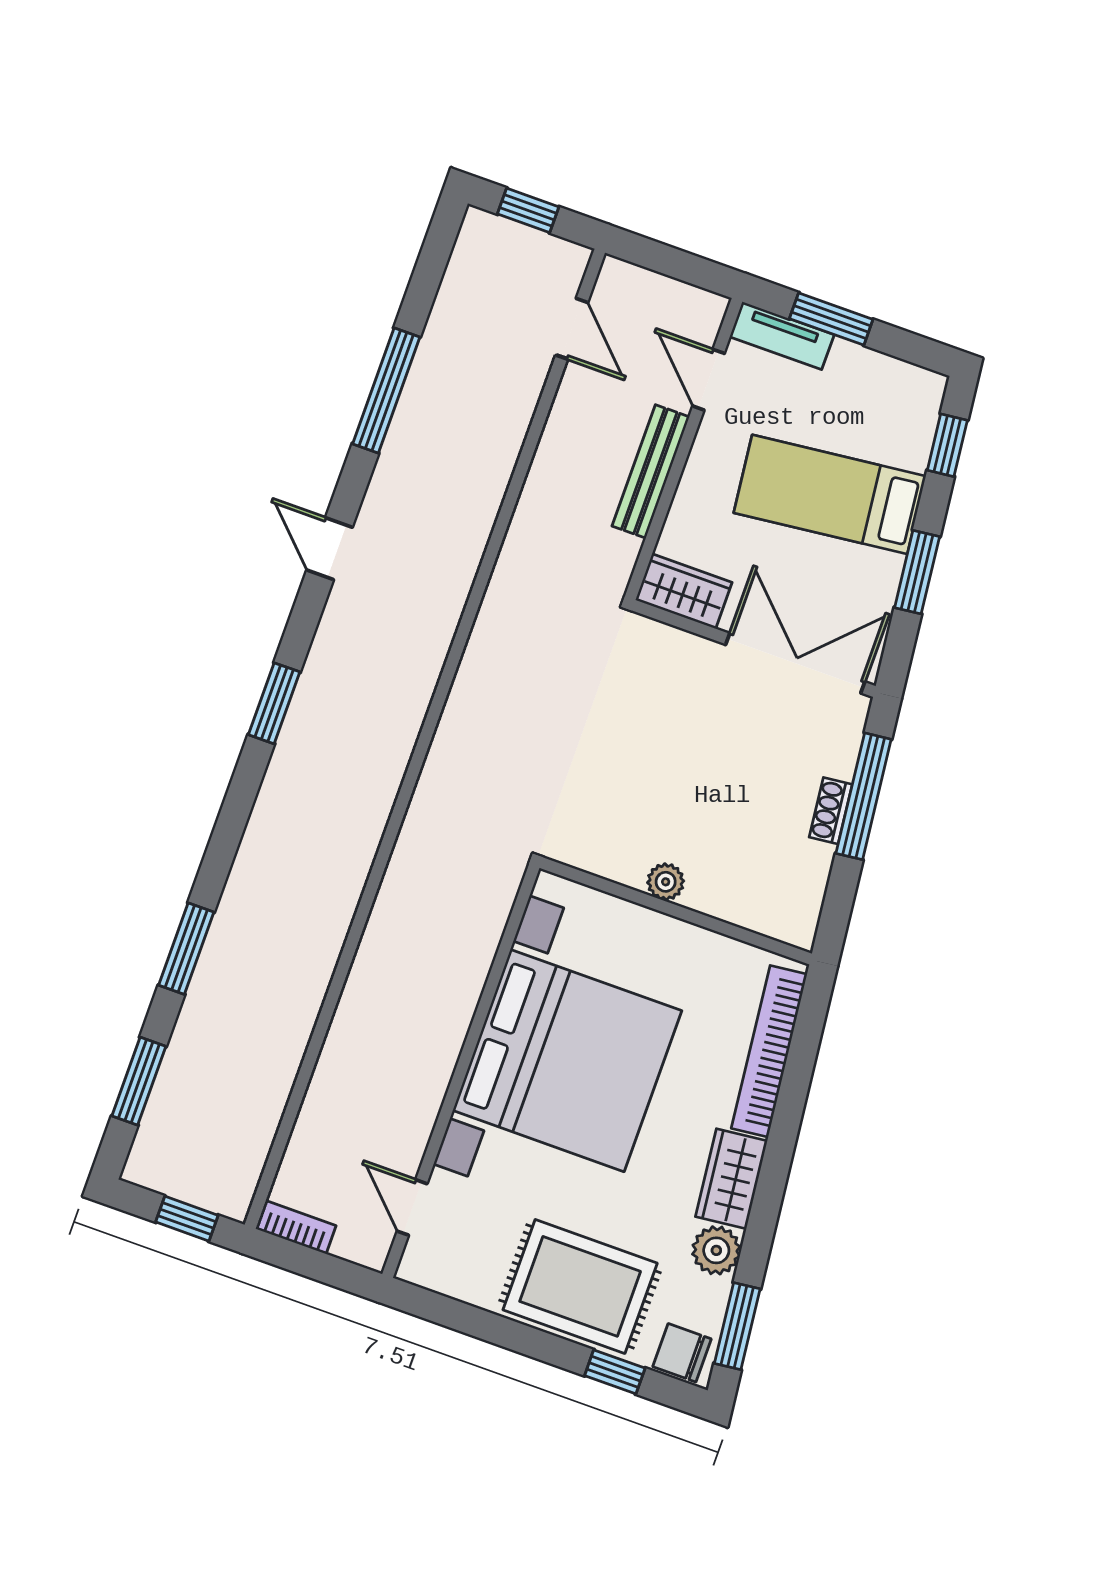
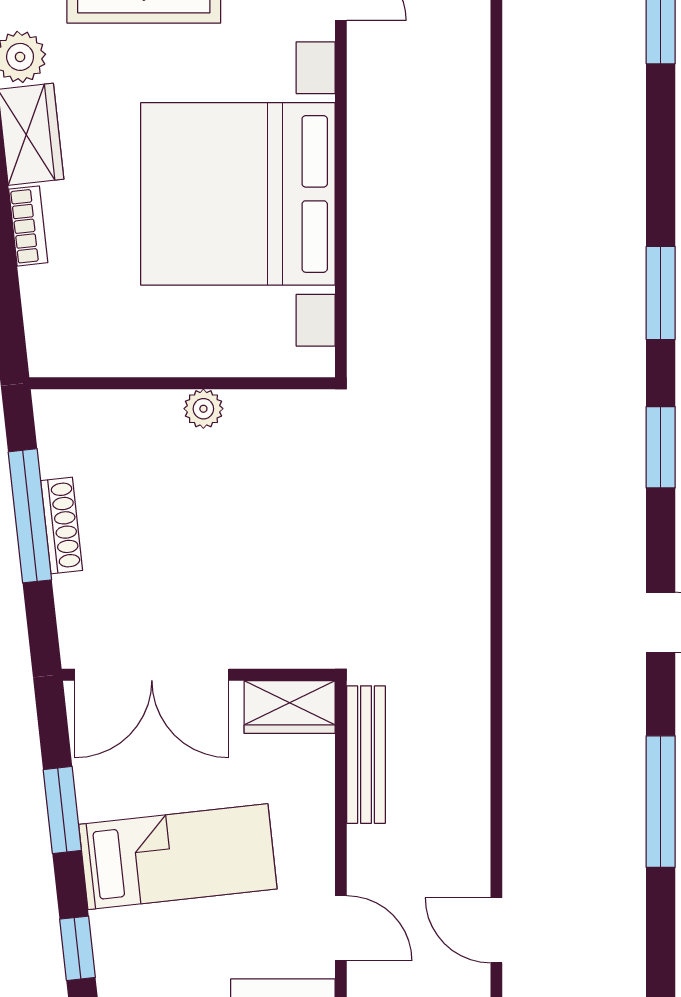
bench: (651, 471) -> (366, 755), moved
window: (864, 796) -> (30, 516), moved
shoe rack: (831, 811) -> (62, 525), width x1.43
window: (186, 949) -> (661, 293), moved
bookcase: (769, 1051) -> (28, 226), width x0.43, depth x0.76

